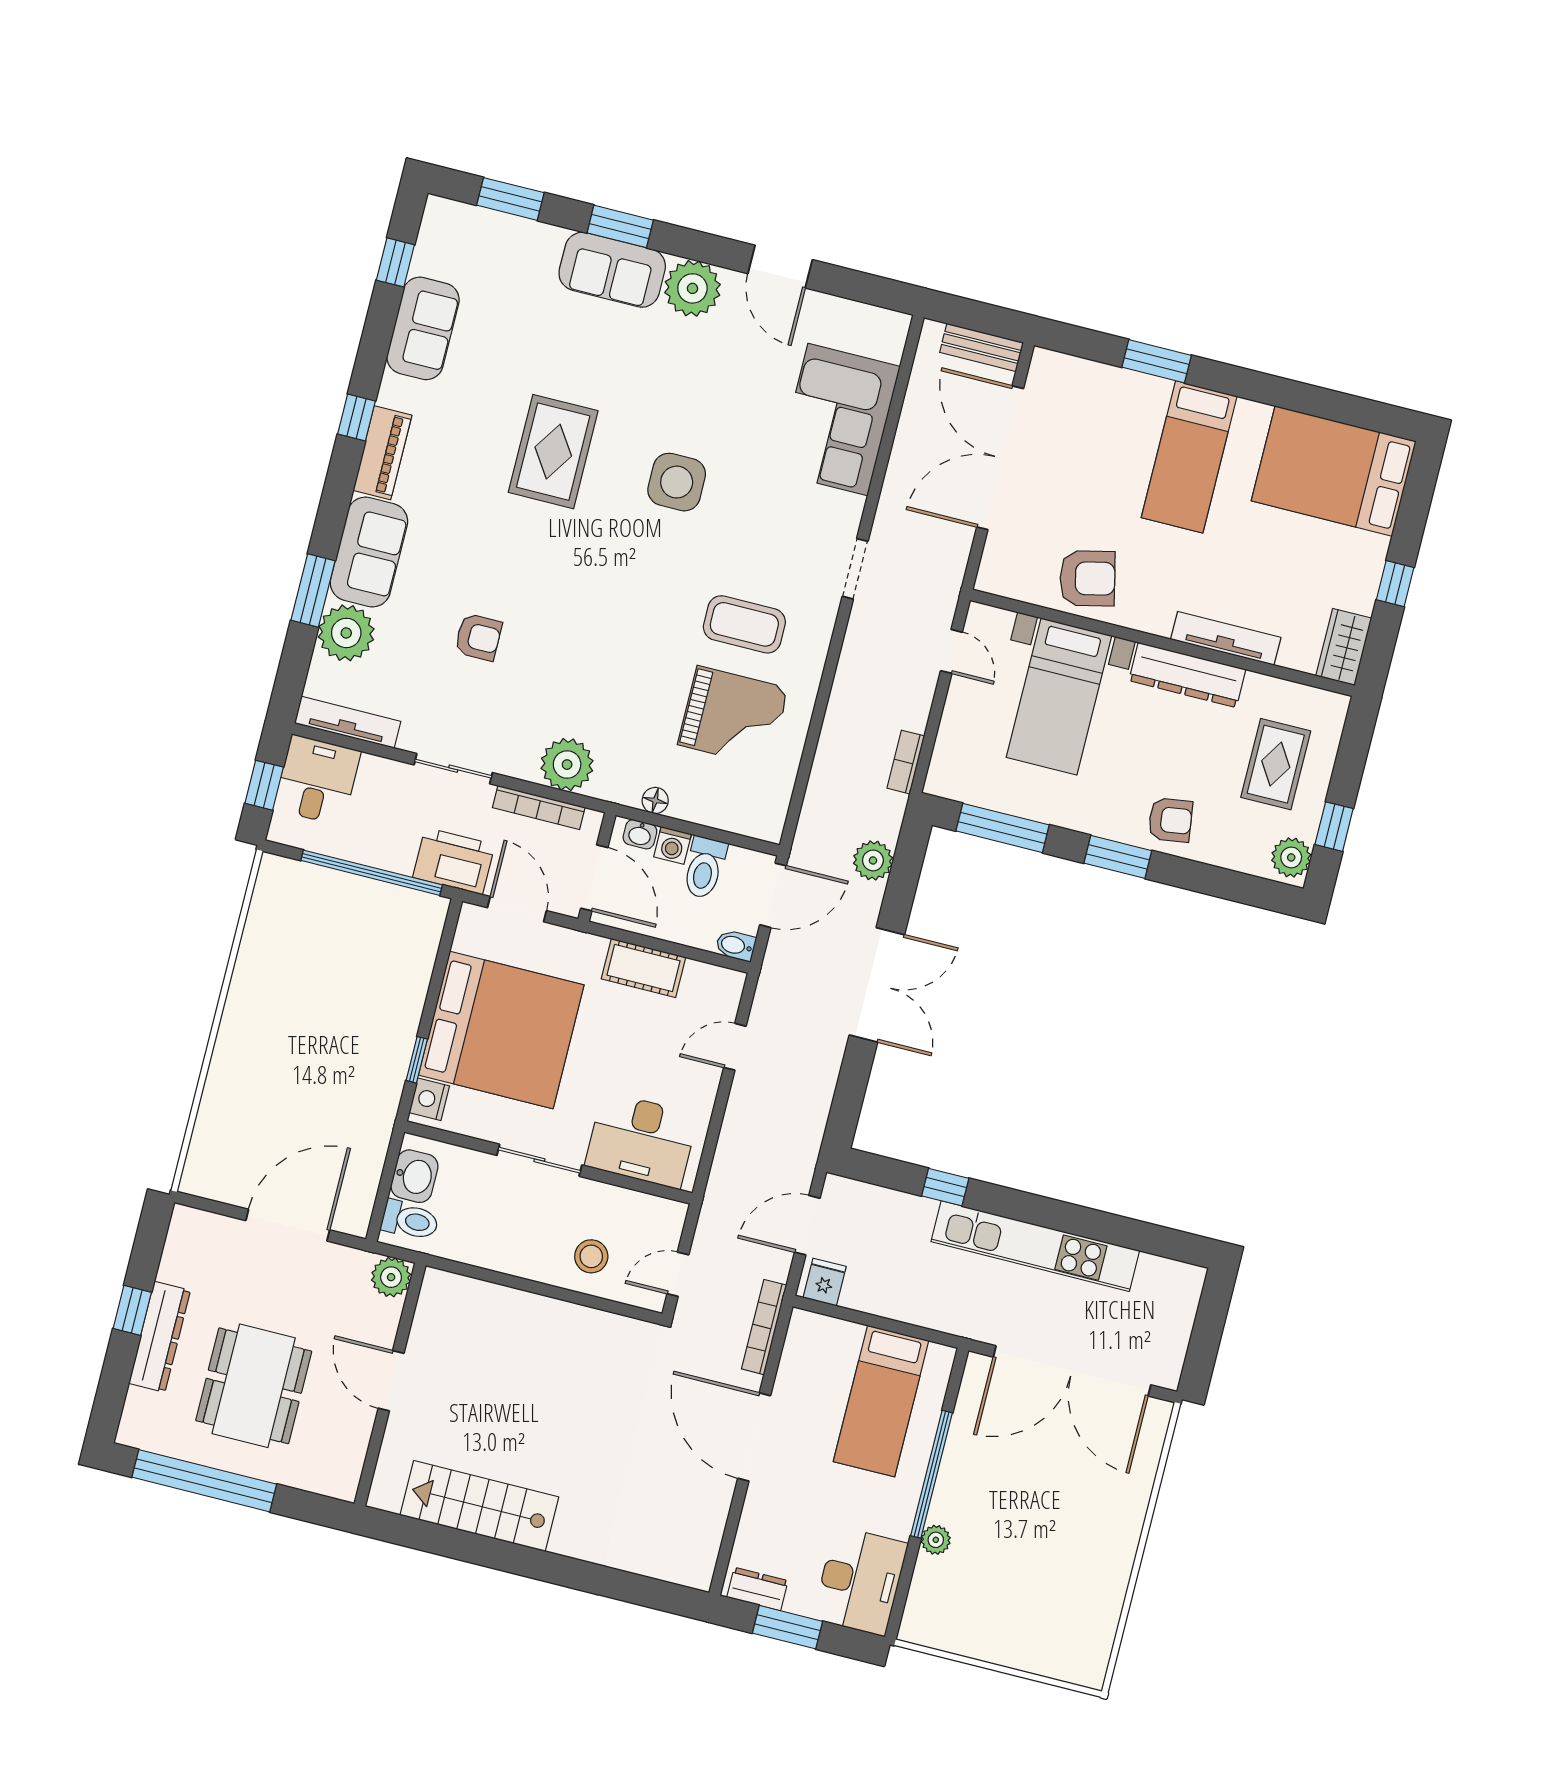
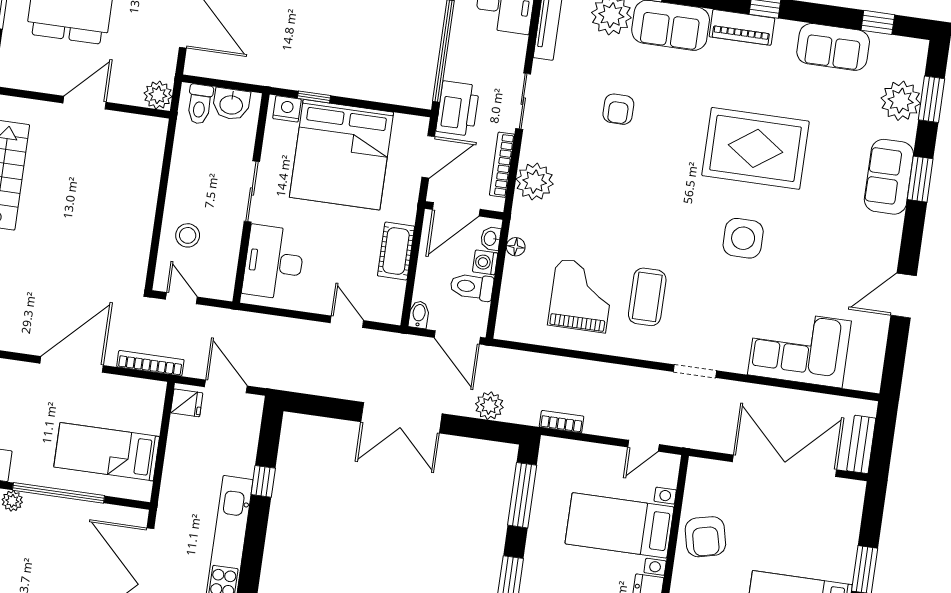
plant: (692, 288) -> (901, 101), moved
rug: (553, 452) -> (755, 148), width x1.37, depth x1.44
grand piano: (733, 716) -> (581, 296), turned 180

